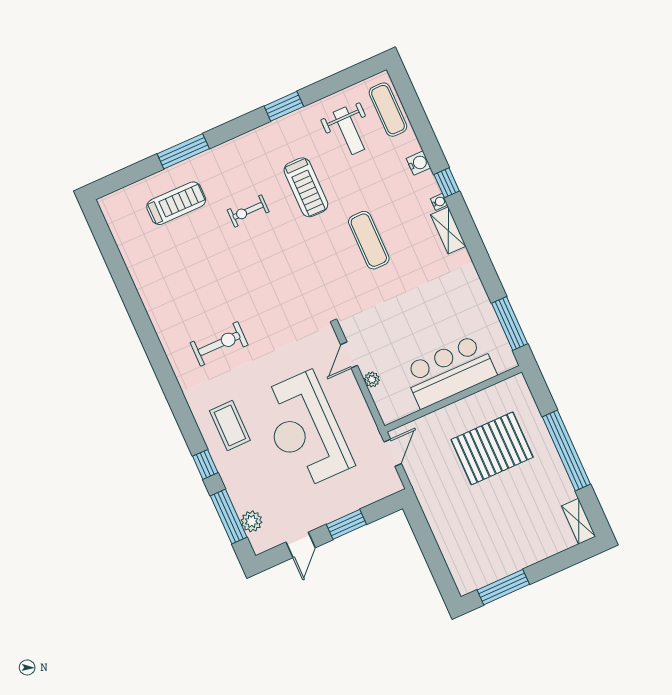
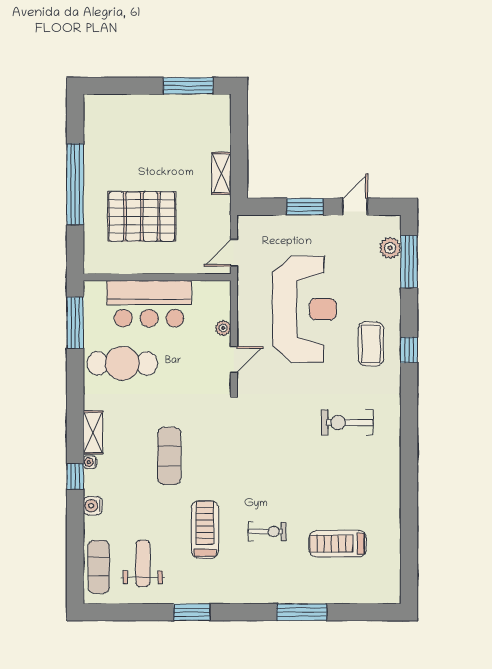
treadmill: (176, 203) -> (338, 544), moved
cafe table: (450, 306) -> (122, 363), added
window: (205, 464) -> (409, 350), moved
shelving: (579, 521) -> (221, 173), moved

